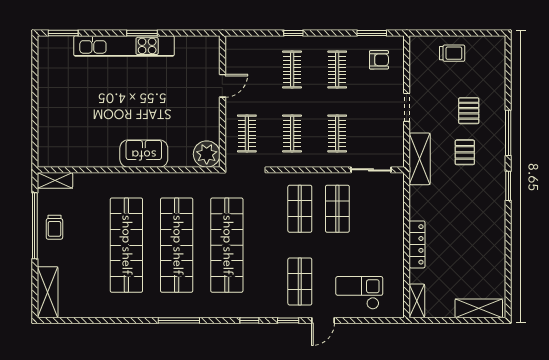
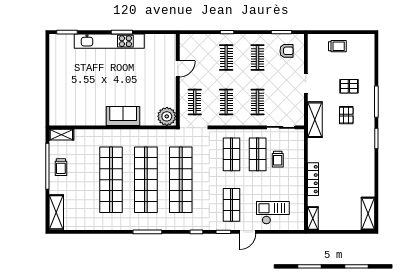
pallet: (469, 111) -> (349, 86), turned 90
trolley: (366, 216) -> (278, 159), added
shelving: (479, 308) -> (368, 214), moved, turned 90

